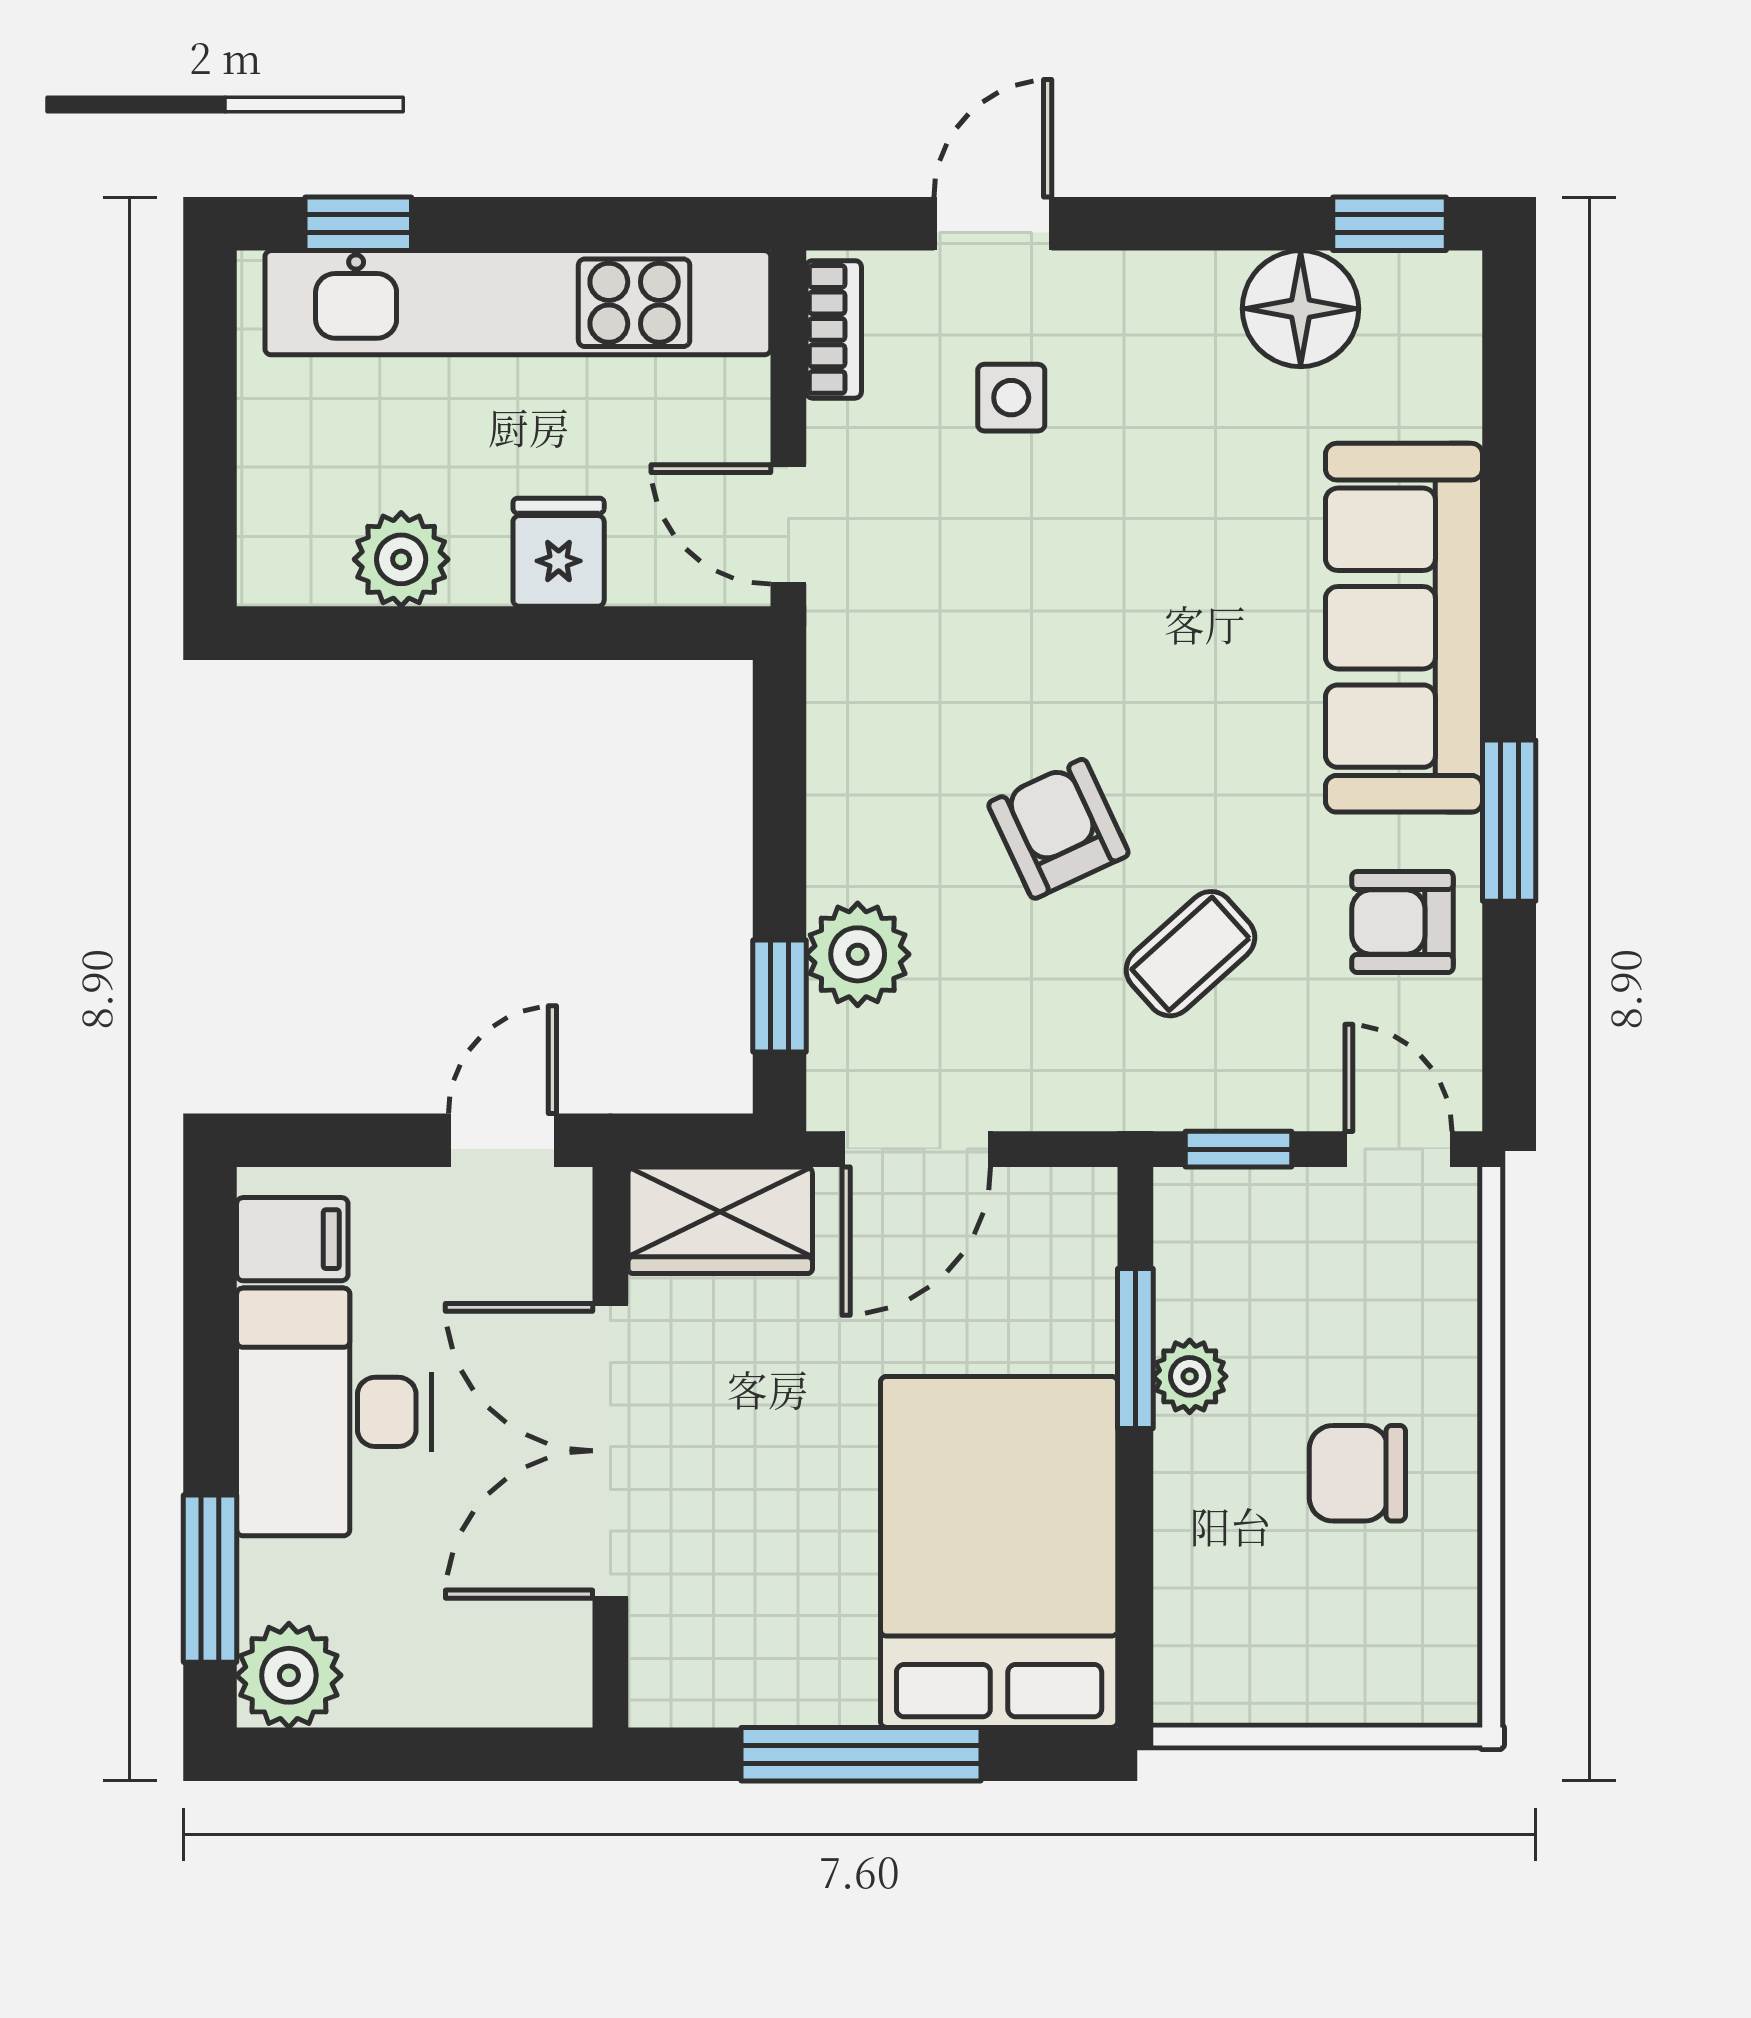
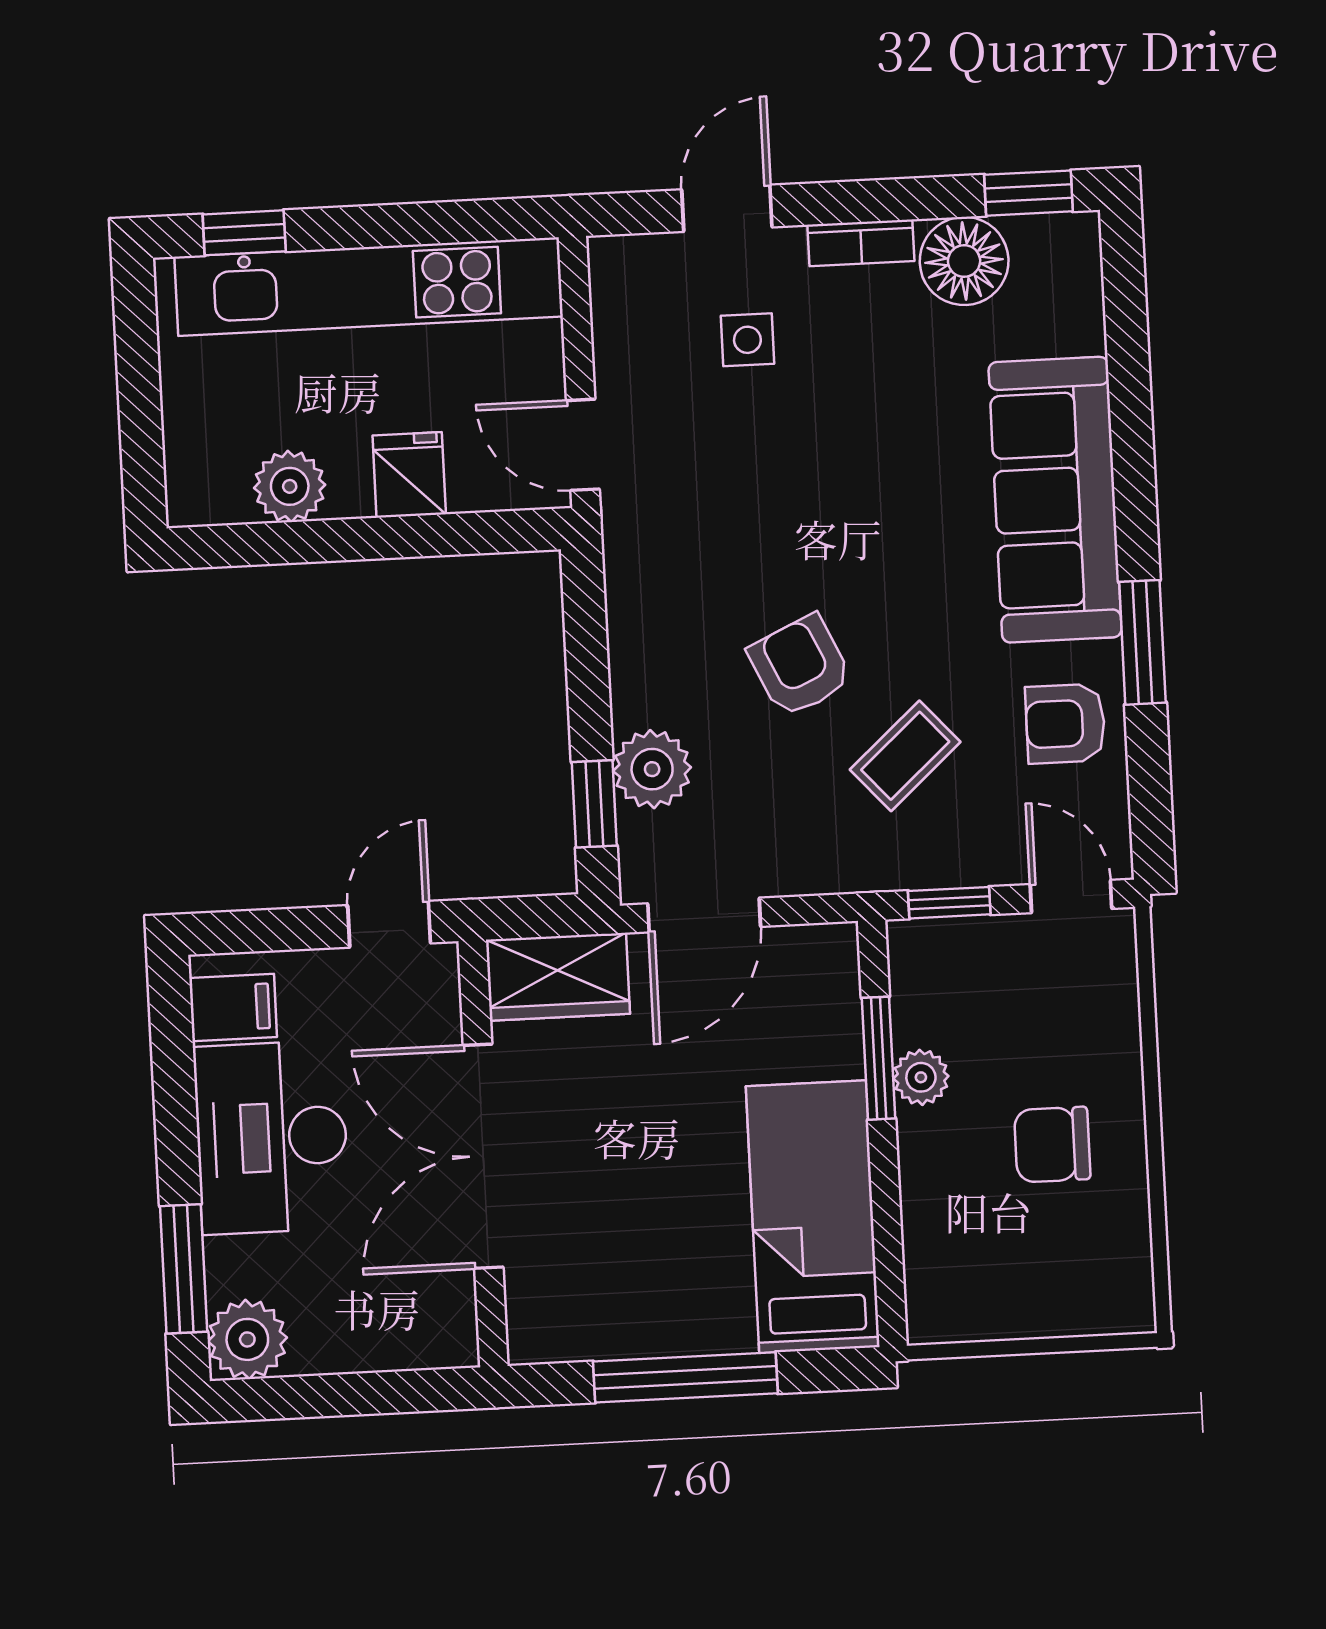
bookcase: (834, 329) -> (861, 243), moved, turned 90
bed: (999, 1552) -> (813, 1217), width x0.67

